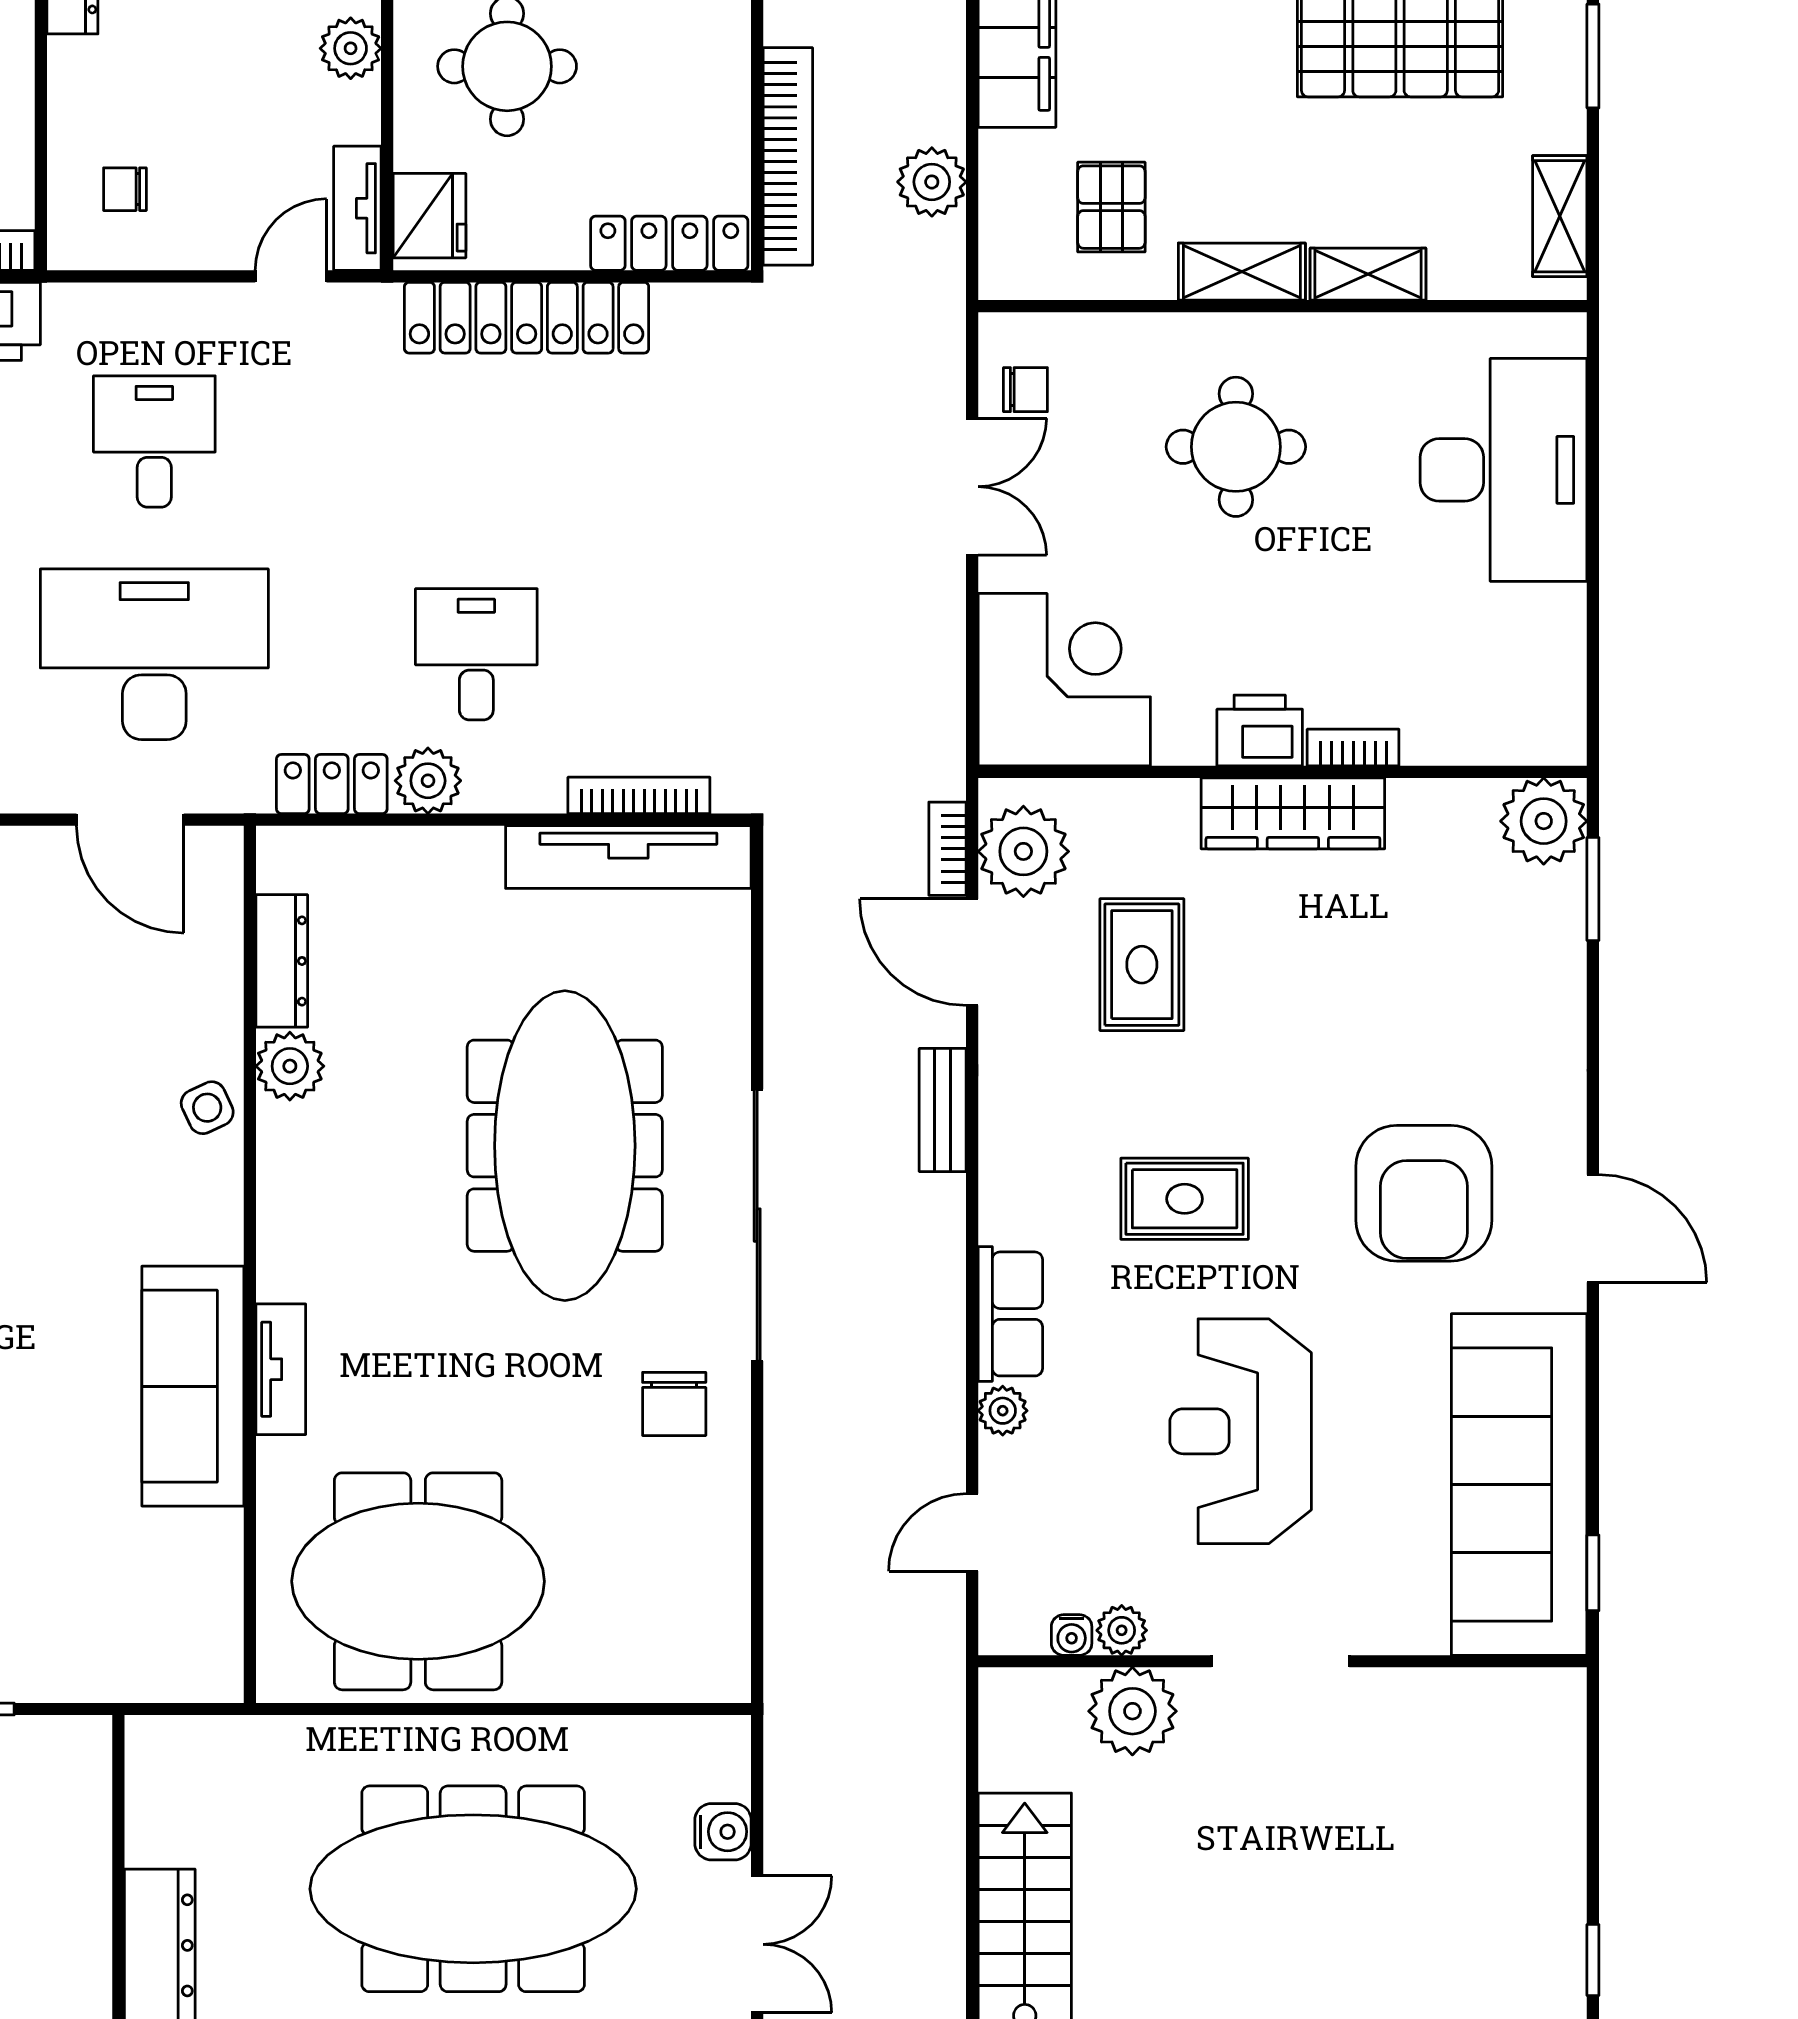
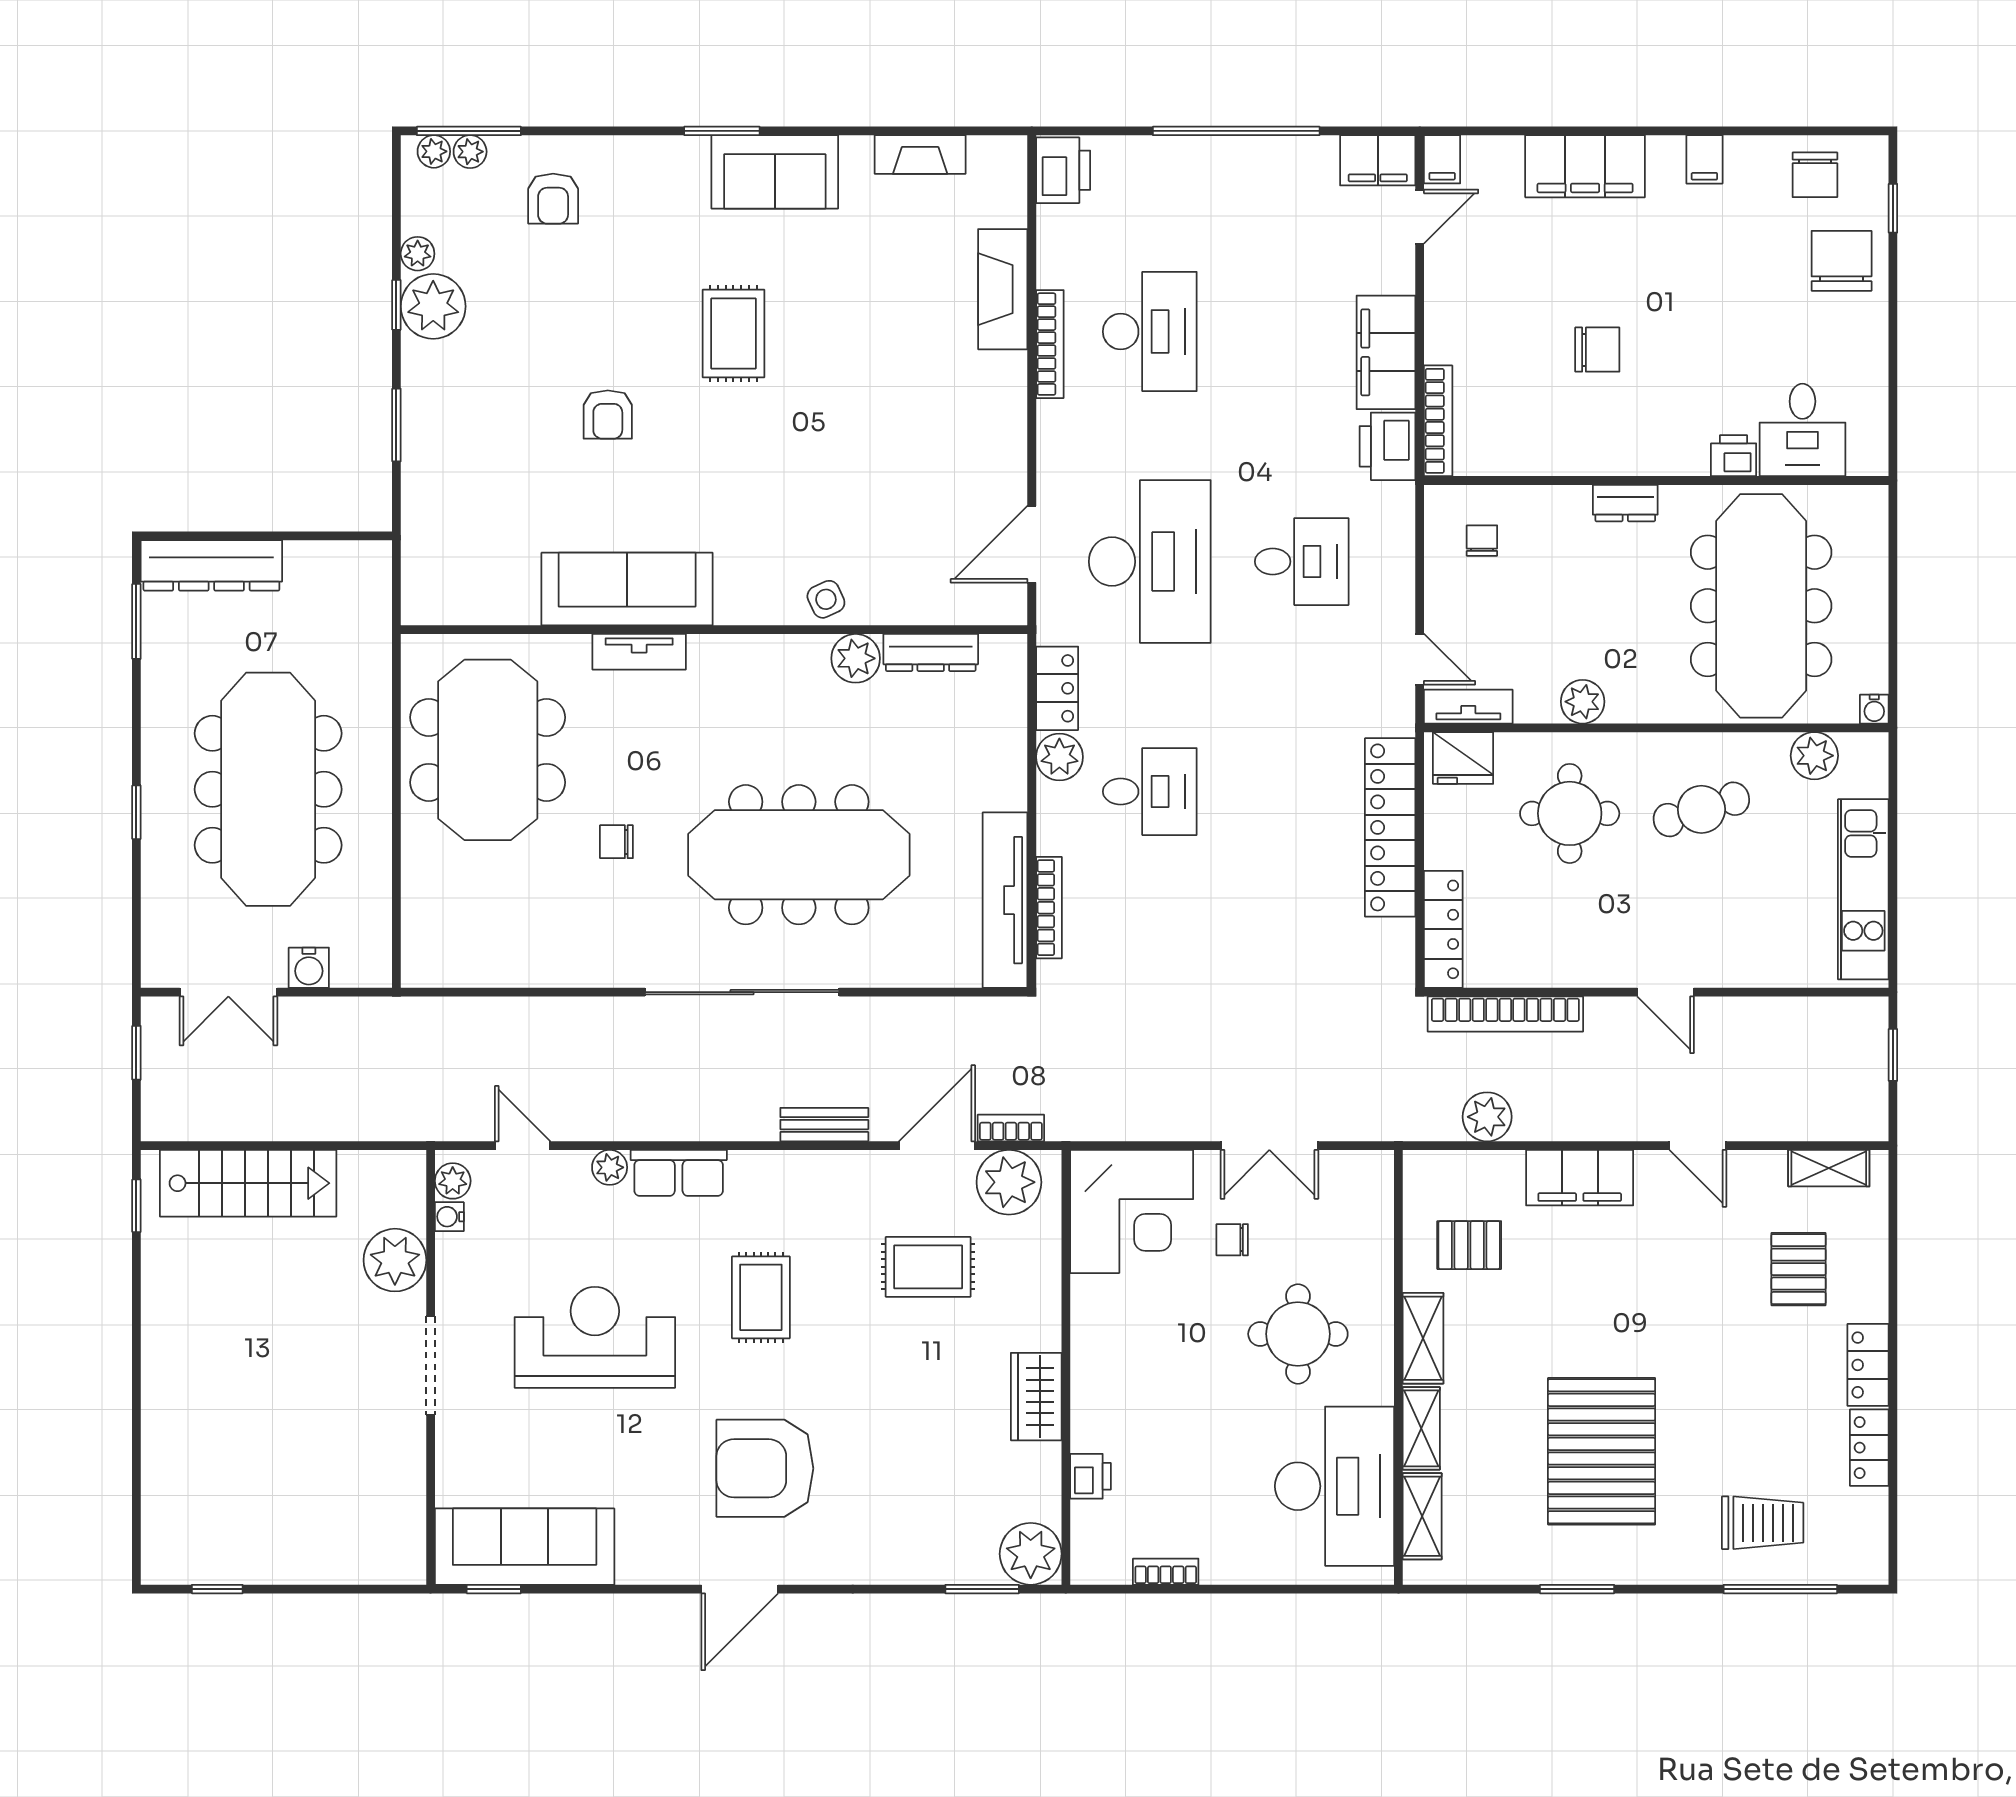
shelving: (1560, 216) -> (1422, 1516), moved, turned 90
chair: (1025, 390) -> (1232, 1240), moved, turned 90
desk: (1504, 470) -> (1335, 1486), moved, turned -90
printer: (1260, 730) -> (1090, 1476), moved, width x0.73, depth x0.81
bookcase: (1353, 747) -> (1166, 1572), moved, turned -90
wardrobe: (1293, 813) -> (1036, 1397), width x0.67
chair: (674, 1404) -> (616, 842), moved, width x0.73, depth x0.73
sofa: (1519, 1484) -> (525, 1547), width x0.74, depth x0.79
plant: (1122, 1630) -> (453, 1181), moved

